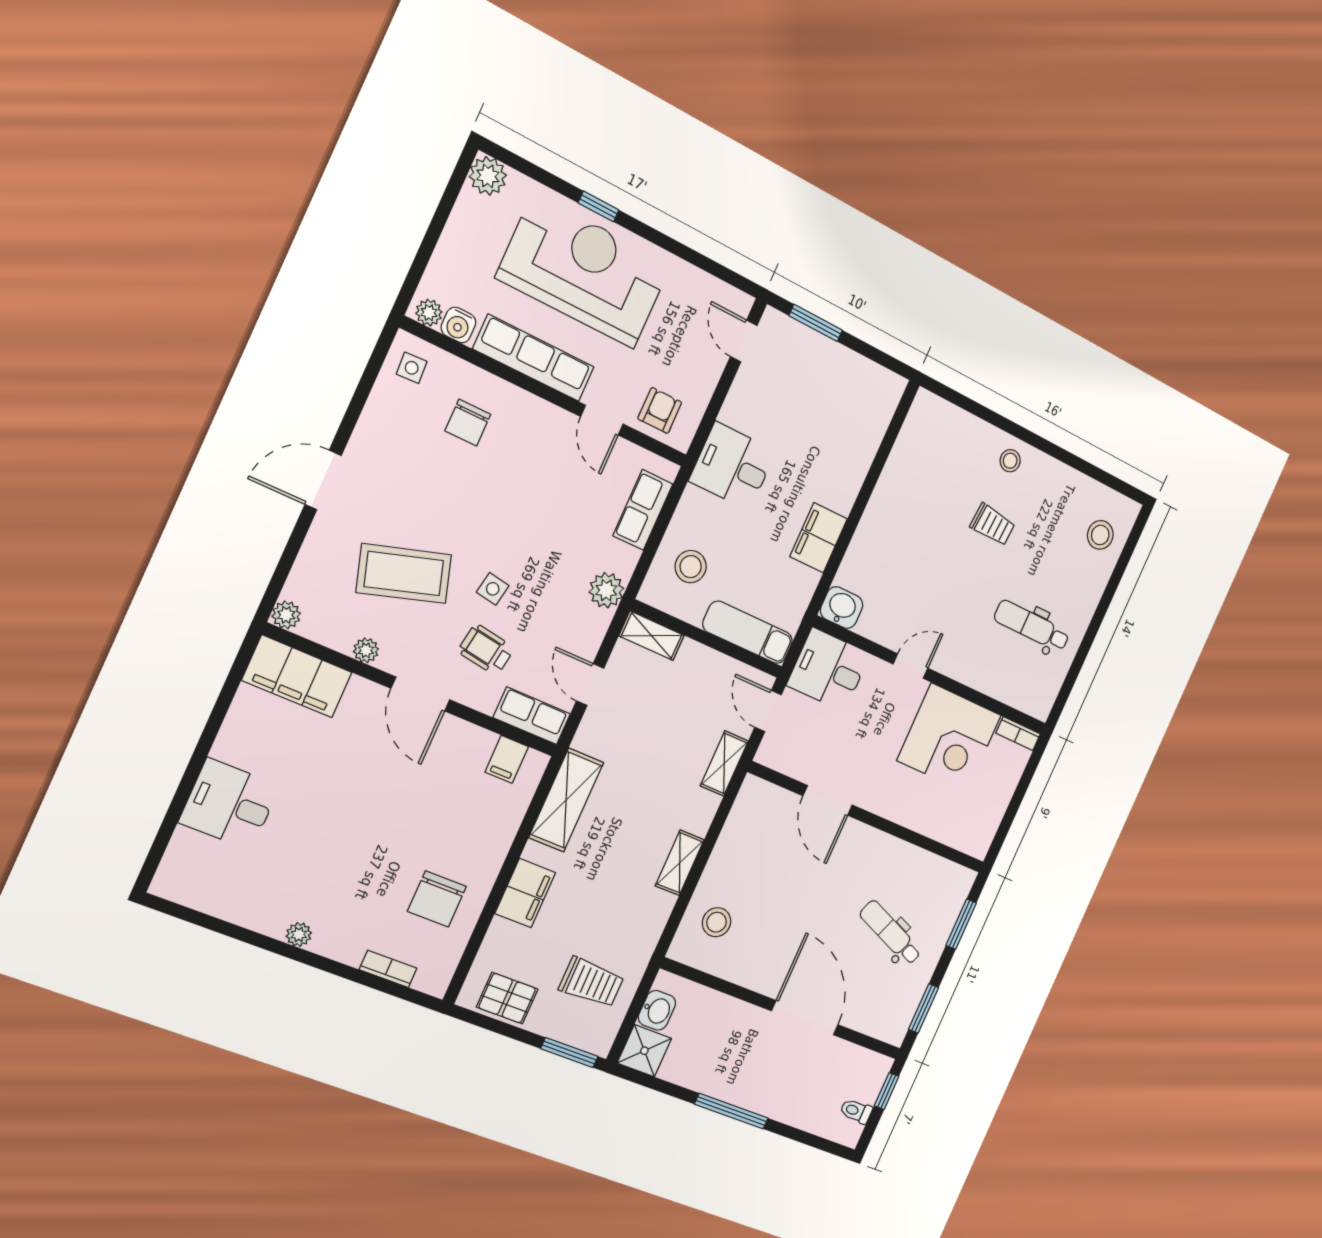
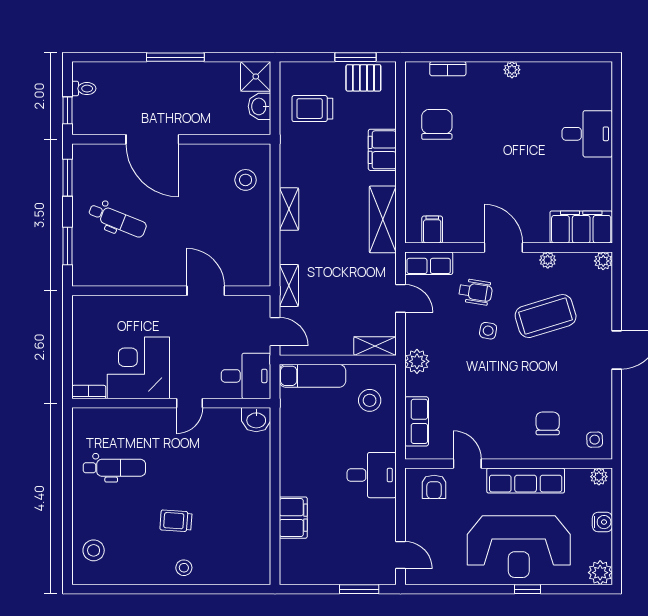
water cooler: (458, 325) -> (602, 522), moved, turned 90
filing cabinet: (819, 538) -> (293, 518), moved
window: (569, 1053) -> (356, 57), moved

